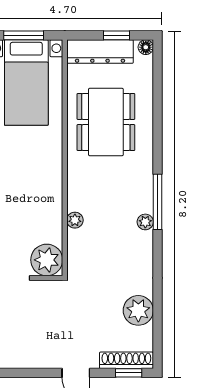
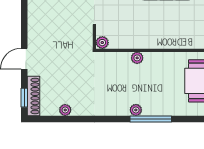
plant: (47, 260) -> (102, 43), width x0.53, depth x0.53
plant: (138, 310) -> (65, 110), width x0.53, depth x0.53

